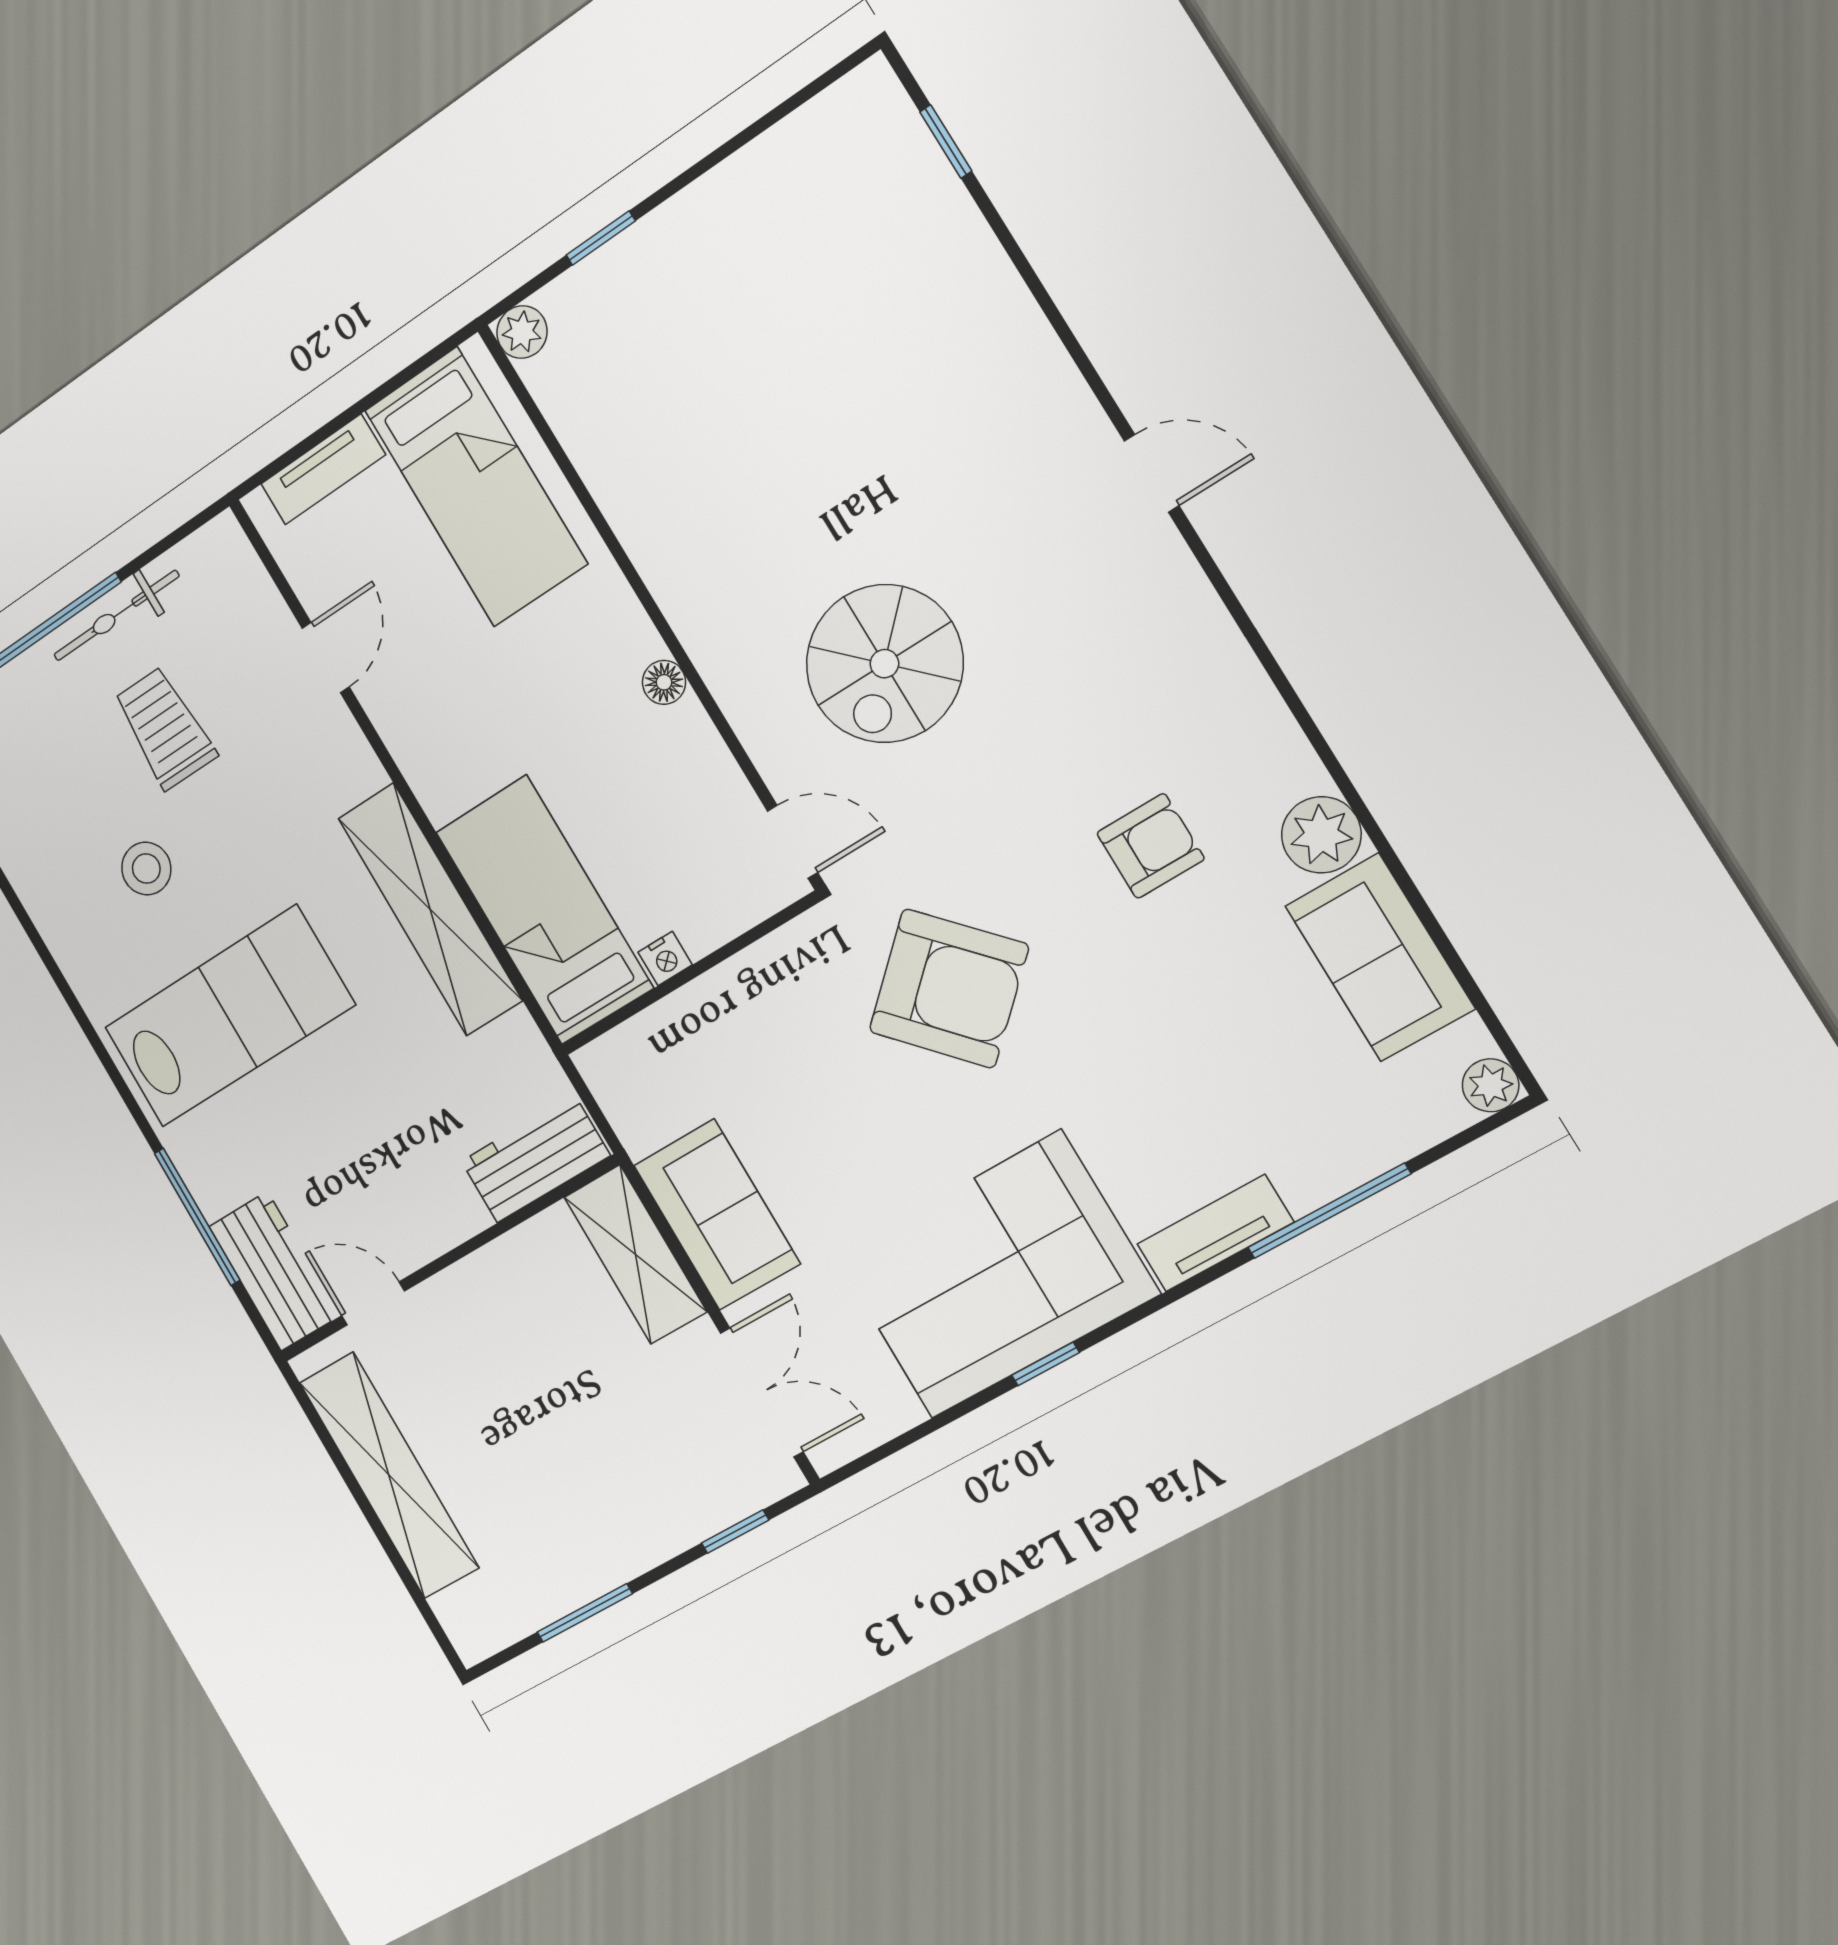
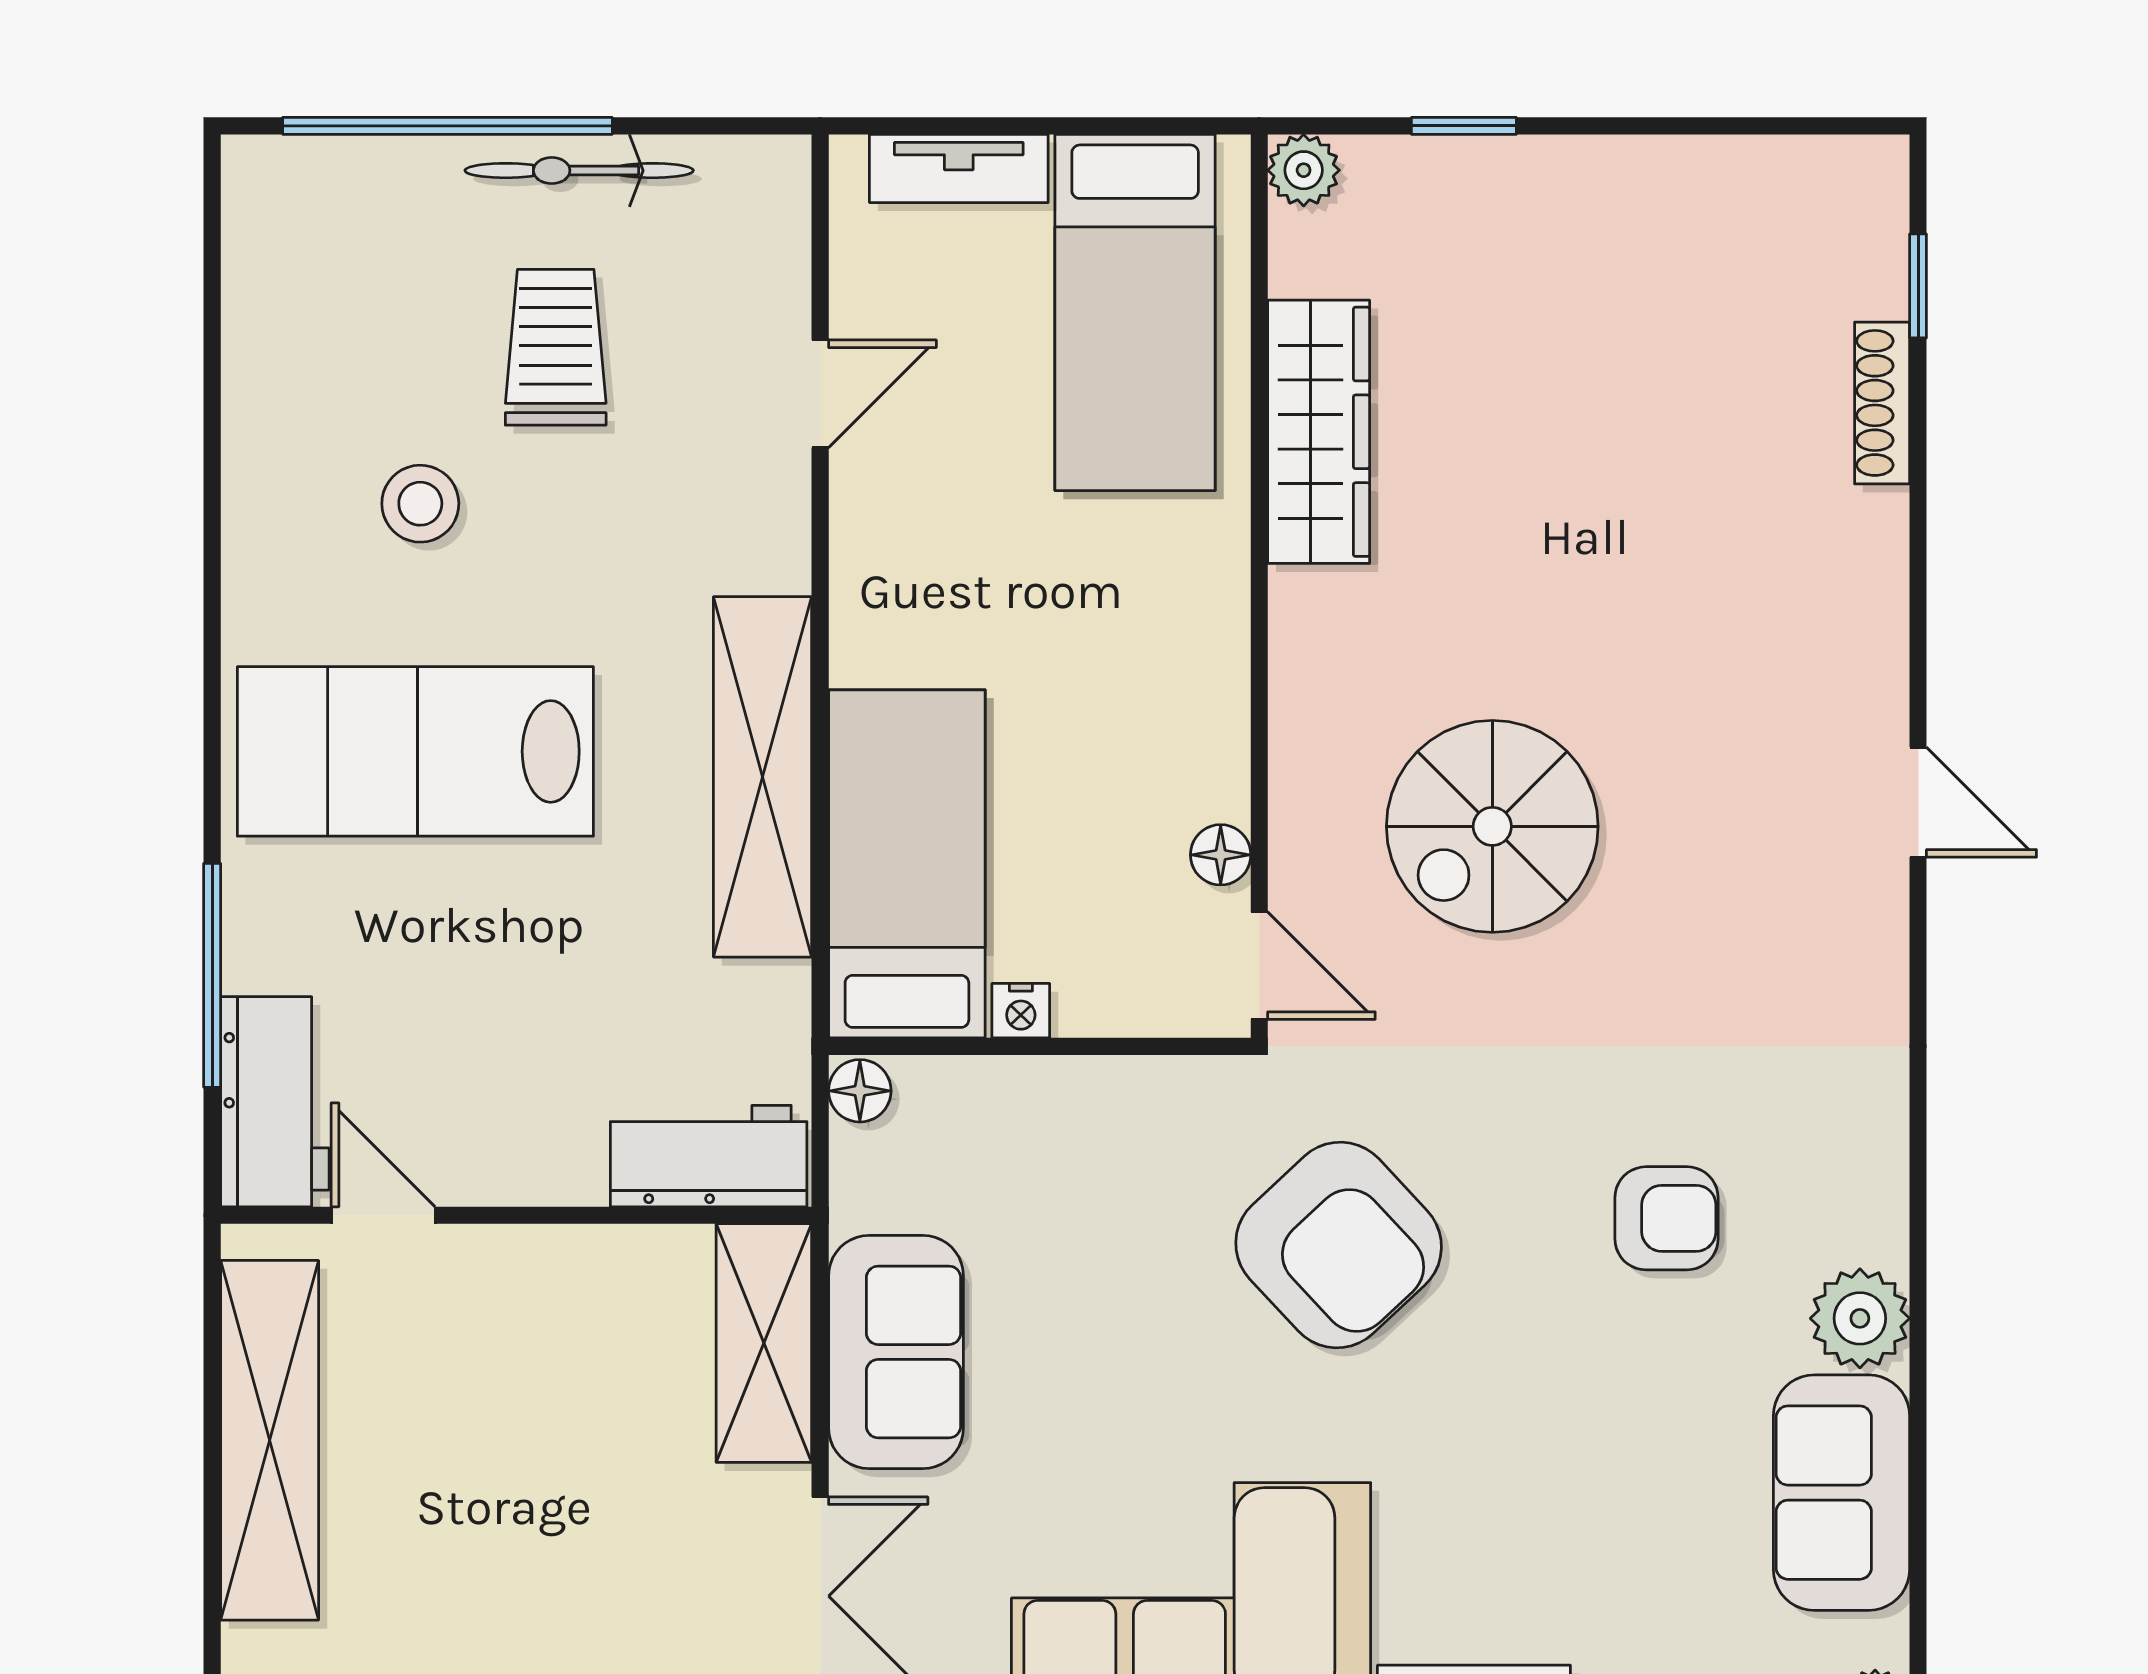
shoe rack: (969, 232) -> (1882, 403), added
wardrobe: (628, 487) -> (1319, 432), added
floor lamp: (664, 682) -> (1221, 855), moved
lab bench: (229, 1016) -> (415, 751), turned 180
floor lamp: (599, 1066) -> (860, 1091), added

